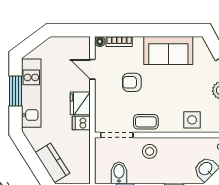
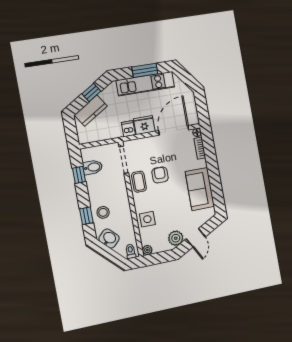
door: (92, 69) -> (174, 130), width x1.88
armchair: (132, 82) -> (160, 175), moved
stool: (150, 151) -> (103, 212), moved
window: (32, 158) -> (91, 93), added

